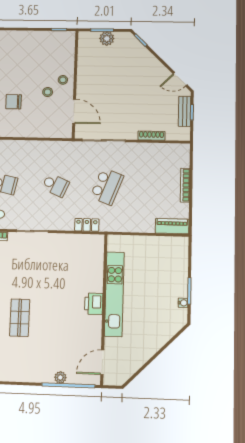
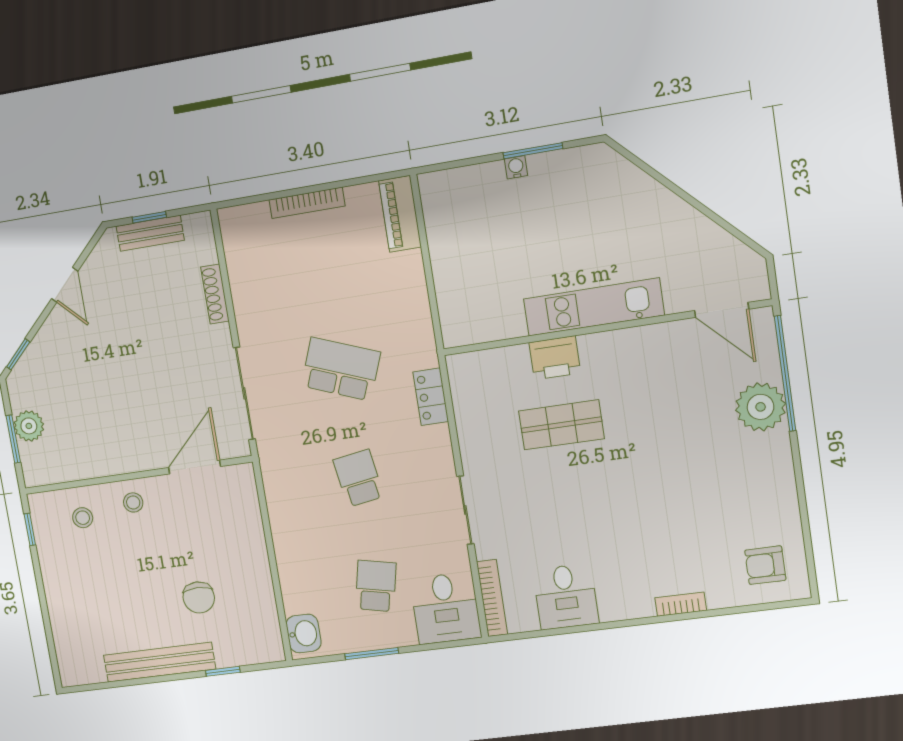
door: (180, 79) -> (65, 285), moved
stool: (48, 92) -> (83, 518), moved
school desk: (56, 185) -> (358, 478), turned -33
kitchen unit: (114, 294) -> (594, 307), width x0.73
water cooler: (183, 303) -> (516, 167), moved
printer: (94, 304) -> (555, 358), moved
shop shelf: (20, 318) -> (561, 425), moved
plant: (60, 377) -> (761, 407), width x1.87, depth x1.87

